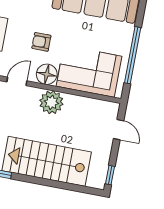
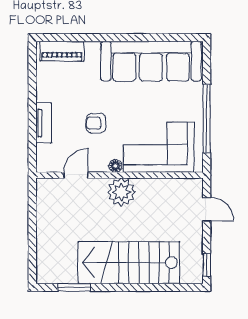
floor lamp: (47, 74) -> (115, 166), width x0.53, depth x0.53

